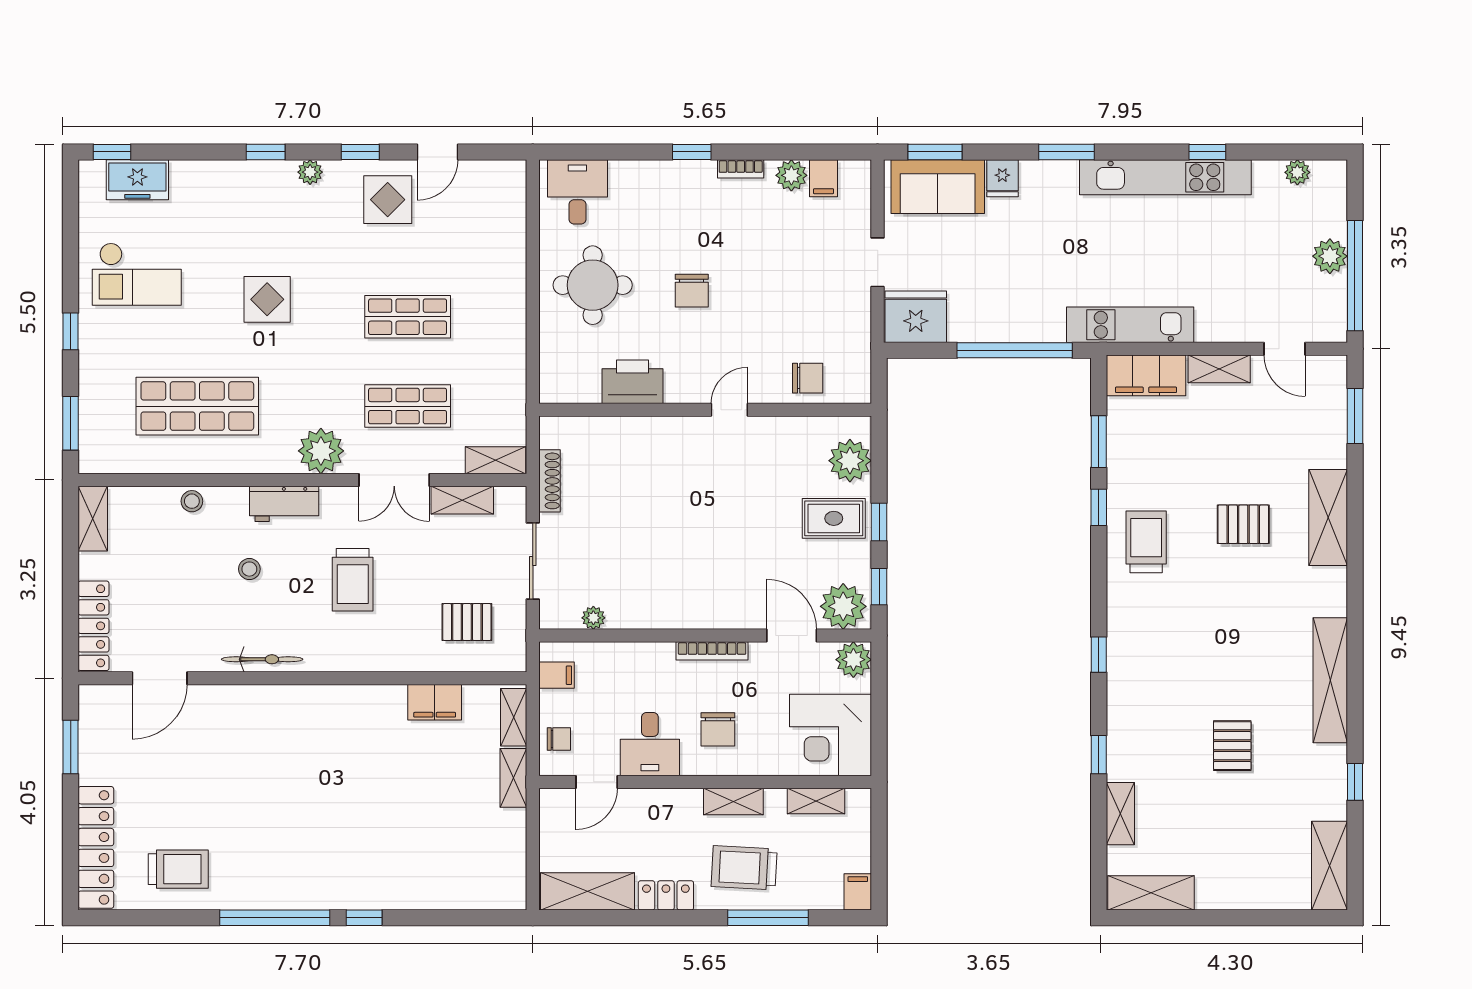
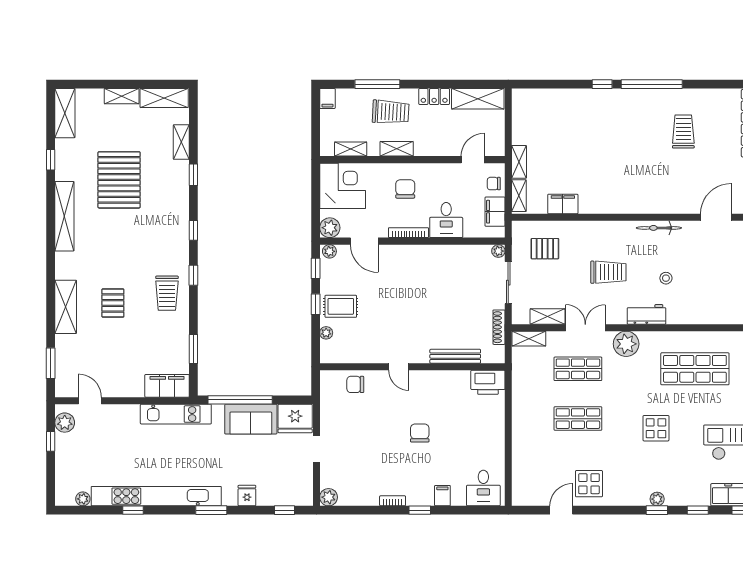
window: (360, 152) -> (698, 510), moved
window: (935, 152) -> (284, 510), width x0.67
plant: (310, 172) -> (657, 499), moved
plant: (791, 175) -> (329, 497), moved
kitchen unit: (1165, 177) -> (156, 496), width x1.36
filing cabinet: (824, 178) -> (442, 496), moved
sofa: (938, 187) -> (251, 419), moved, turned 180
plant: (1330, 256) -> (65, 423), moved
window: (1355, 276) -> (51, 441), width x0.32
round table: (593, 285) -> (475, 436), removed
shelving: (1219, 369) -> (122, 96), moved
printer: (632, 382) -> (488, 382), moved
door: (729, 410) -> (399, 367), hinge flipped
bench: (628, 429) -> (455, 356), added
plant: (850, 461) -> (326, 333), width x0.53, depth x0.53
stool: (192, 501) -> (698, 316), removed
window: (1099, 507) -> (193, 275), moved
pallet: (1243, 524) -> (113, 303), turned 90
trolley: (353, 580) -> (608, 272), turned 90
plant: (843, 606) -> (329, 251), width x0.53, depth x0.53
plant: (593, 618) -> (498, 251), moved
filing cabinet: (557, 675) -> (495, 212), width x2.00
desk: (650, 744) -> (446, 220), moved, turned 180
pallet: (1232, 746) -> (119, 180), width x2.05, depth x2.00
trolley: (178, 869) -> (683, 131), moved, turned 90

